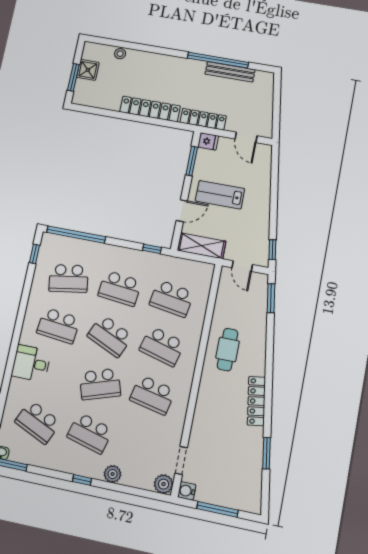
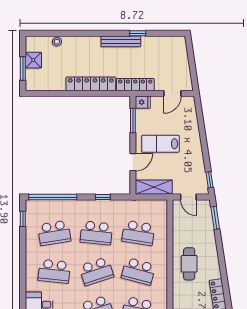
window: (218, 60) -> (138, 33), width x0.32
bench: (230, 72) -> (121, 41), moved
door: (246, 137) -> (172, 93), hinge flipped
window: (152, 249) -> (103, 197), moved
school desk: (110, 336) -> (96, 271), turned -42

